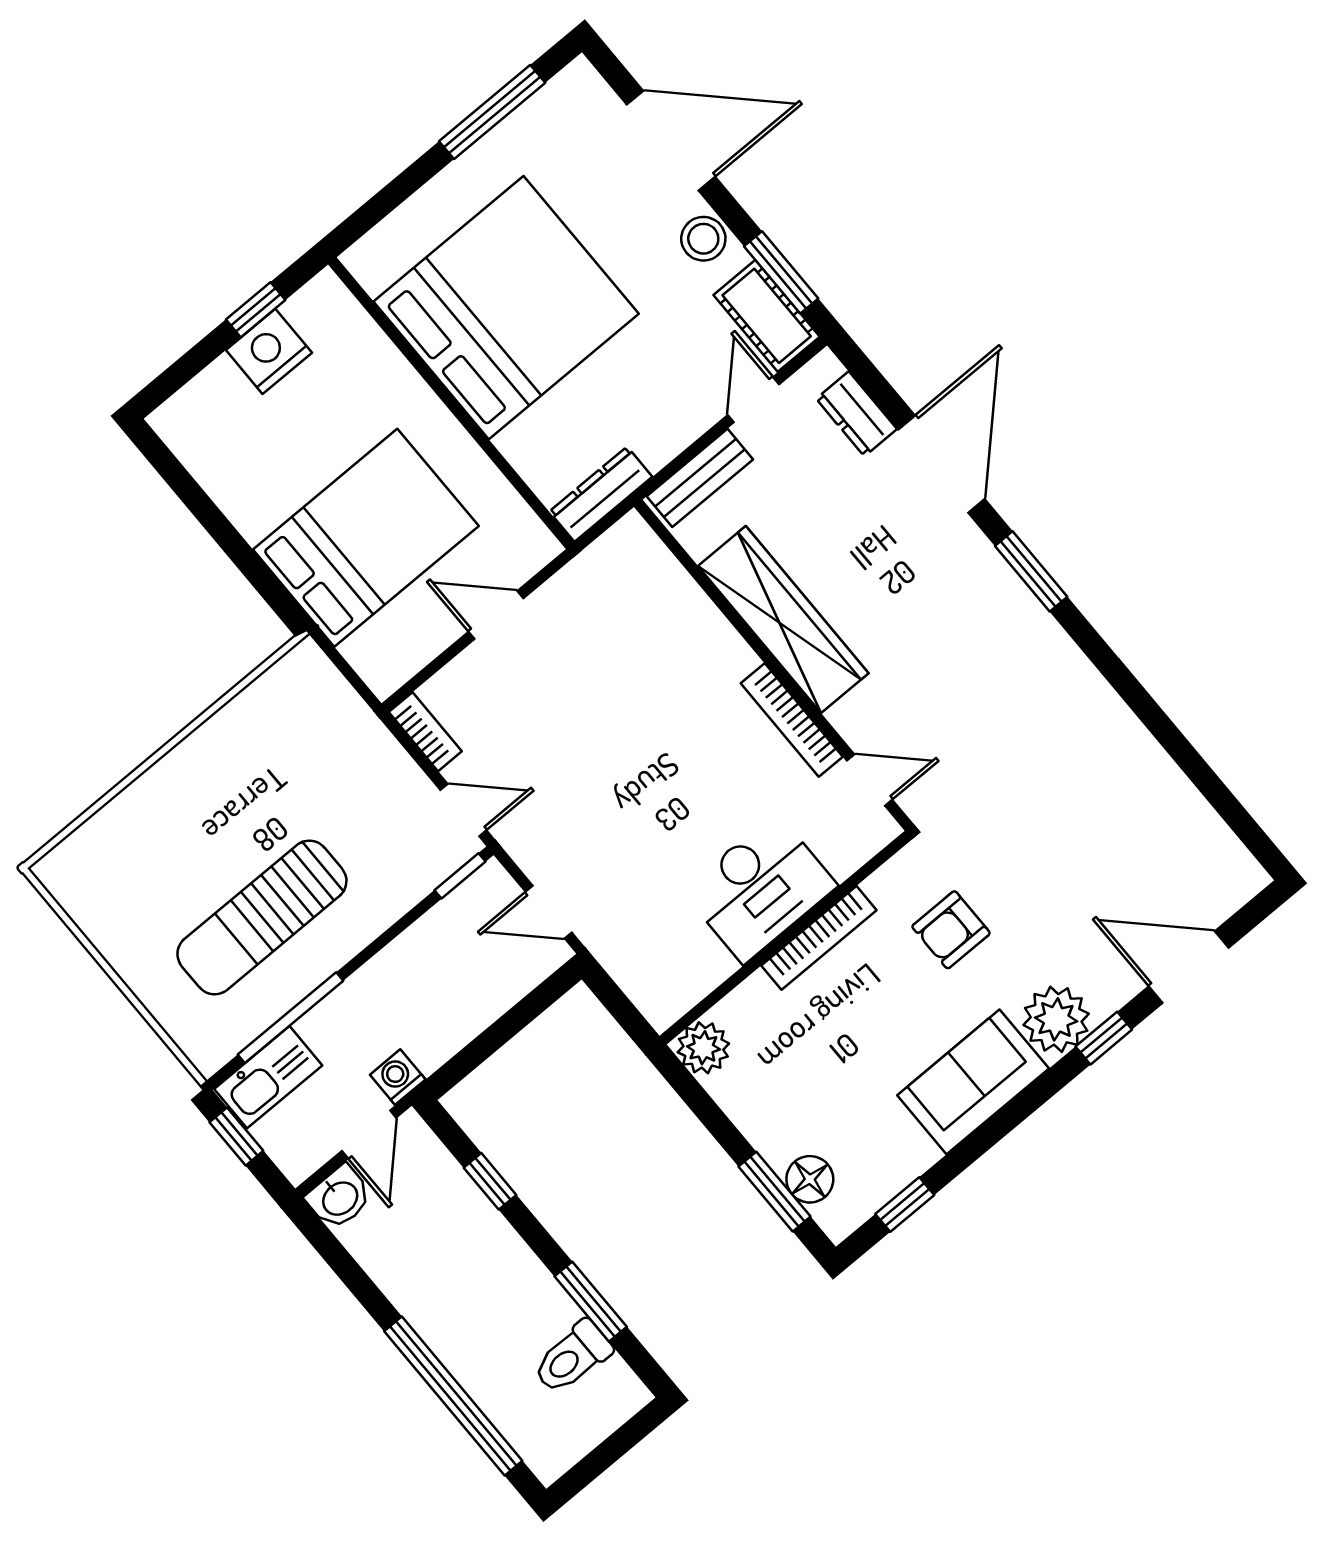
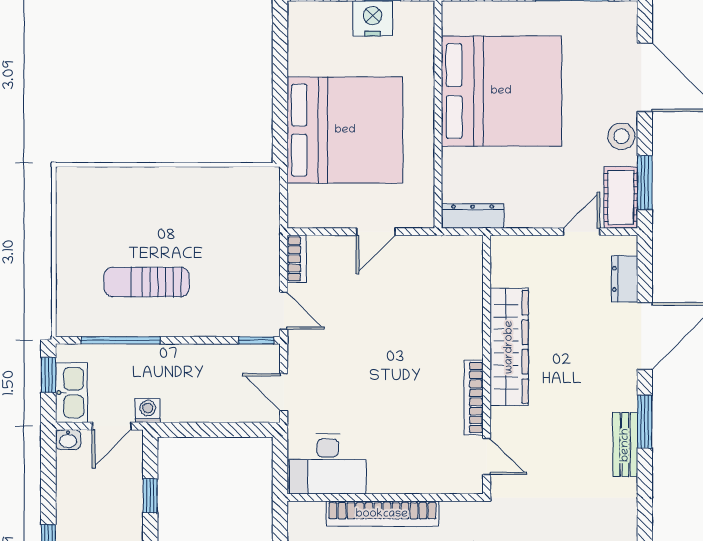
bench: (700, 478) -> (625, 445), moved, turned 90
bed: (366, 538) -> (345, 130), width x1.36
door: (496, 615) -> (376, 232), swing flipped
desk: (760, 888) -> (328, 464), moved
sun lounger: (262, 918) -> (147, 282), width x0.73, depth x0.75
bookcase: (819, 938) -> (382, 514), width x1.48, depth x1.31
plant: (703, 1048) -> (303, 517), removed
kitchen sink: (268, 1077) -> (71, 393), moved, turned -90
washbasin: (339, 1197) -> (68, 440), width x0.72, depth x0.69

